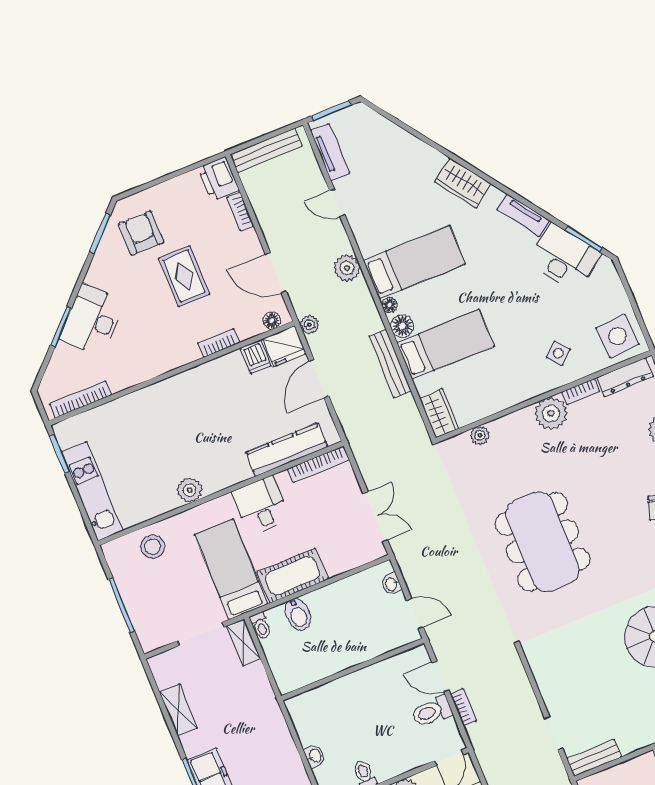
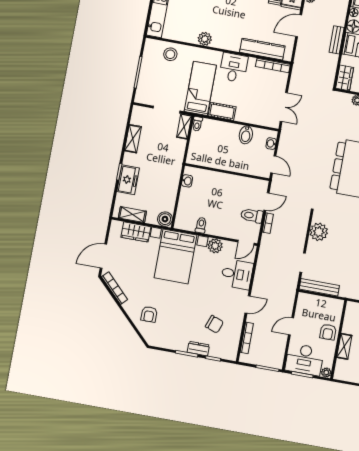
bench: (390, 363) -> (337, 40), width x0.73
cot: (292, 576) -> (222, 111), width x0.73, depth x0.75
bidet: (298, 615) -> (246, 135), moved
plant: (549, 671) -> (319, 232), added
door: (440, 676) -> (266, 202), swing flipped
washbasin: (315, 756) -> (187, 181), moved
bench: (594, 758) -> (319, 287), width x1.36

